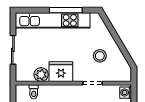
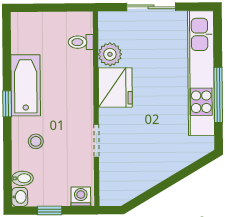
stool: (100, 56) -> (142, 153), removed

